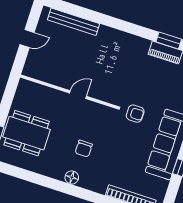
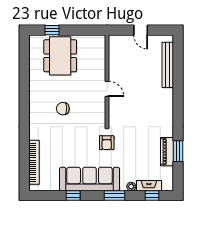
floor lamp: (72, 177) -> (35, 106), removed

